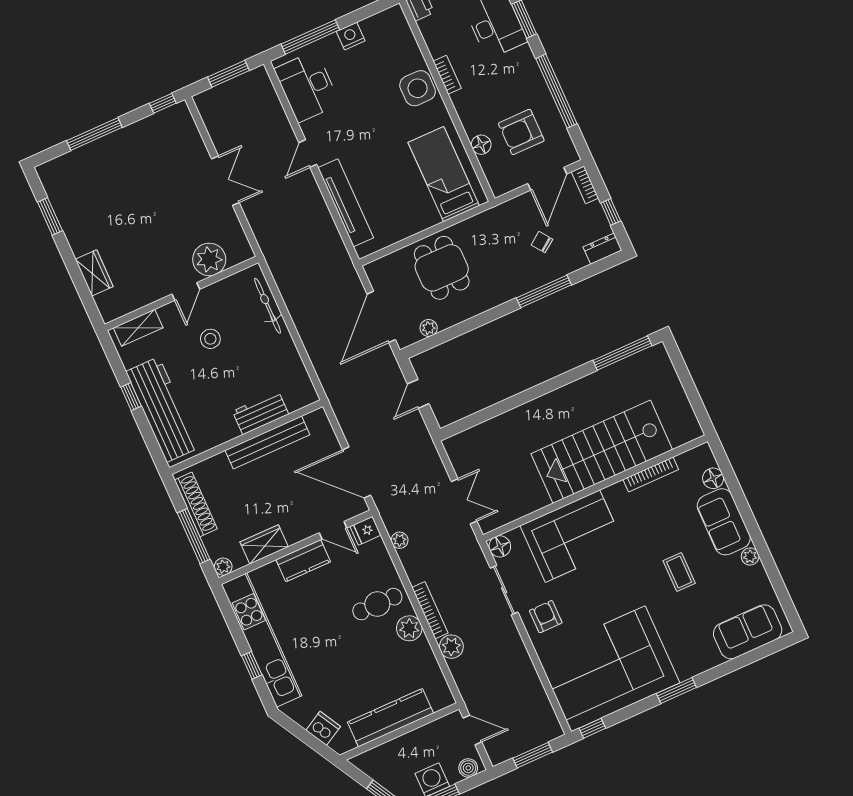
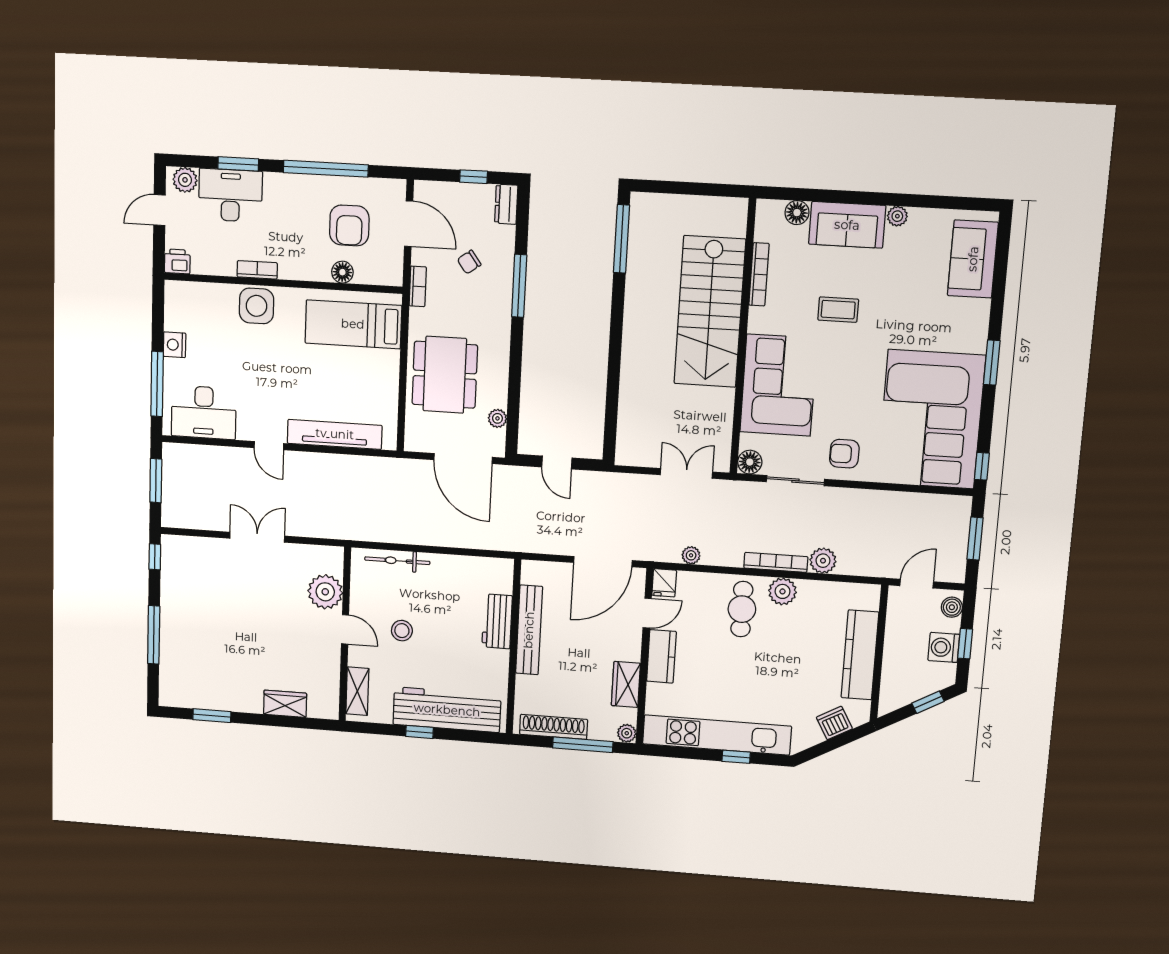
bookcase: (585, 185) -> (418, 286), moved, turned -90
dining table: (442, 268) -> (445, 375), width x1.38
coffee table: (679, 572) -> (838, 310), moved

